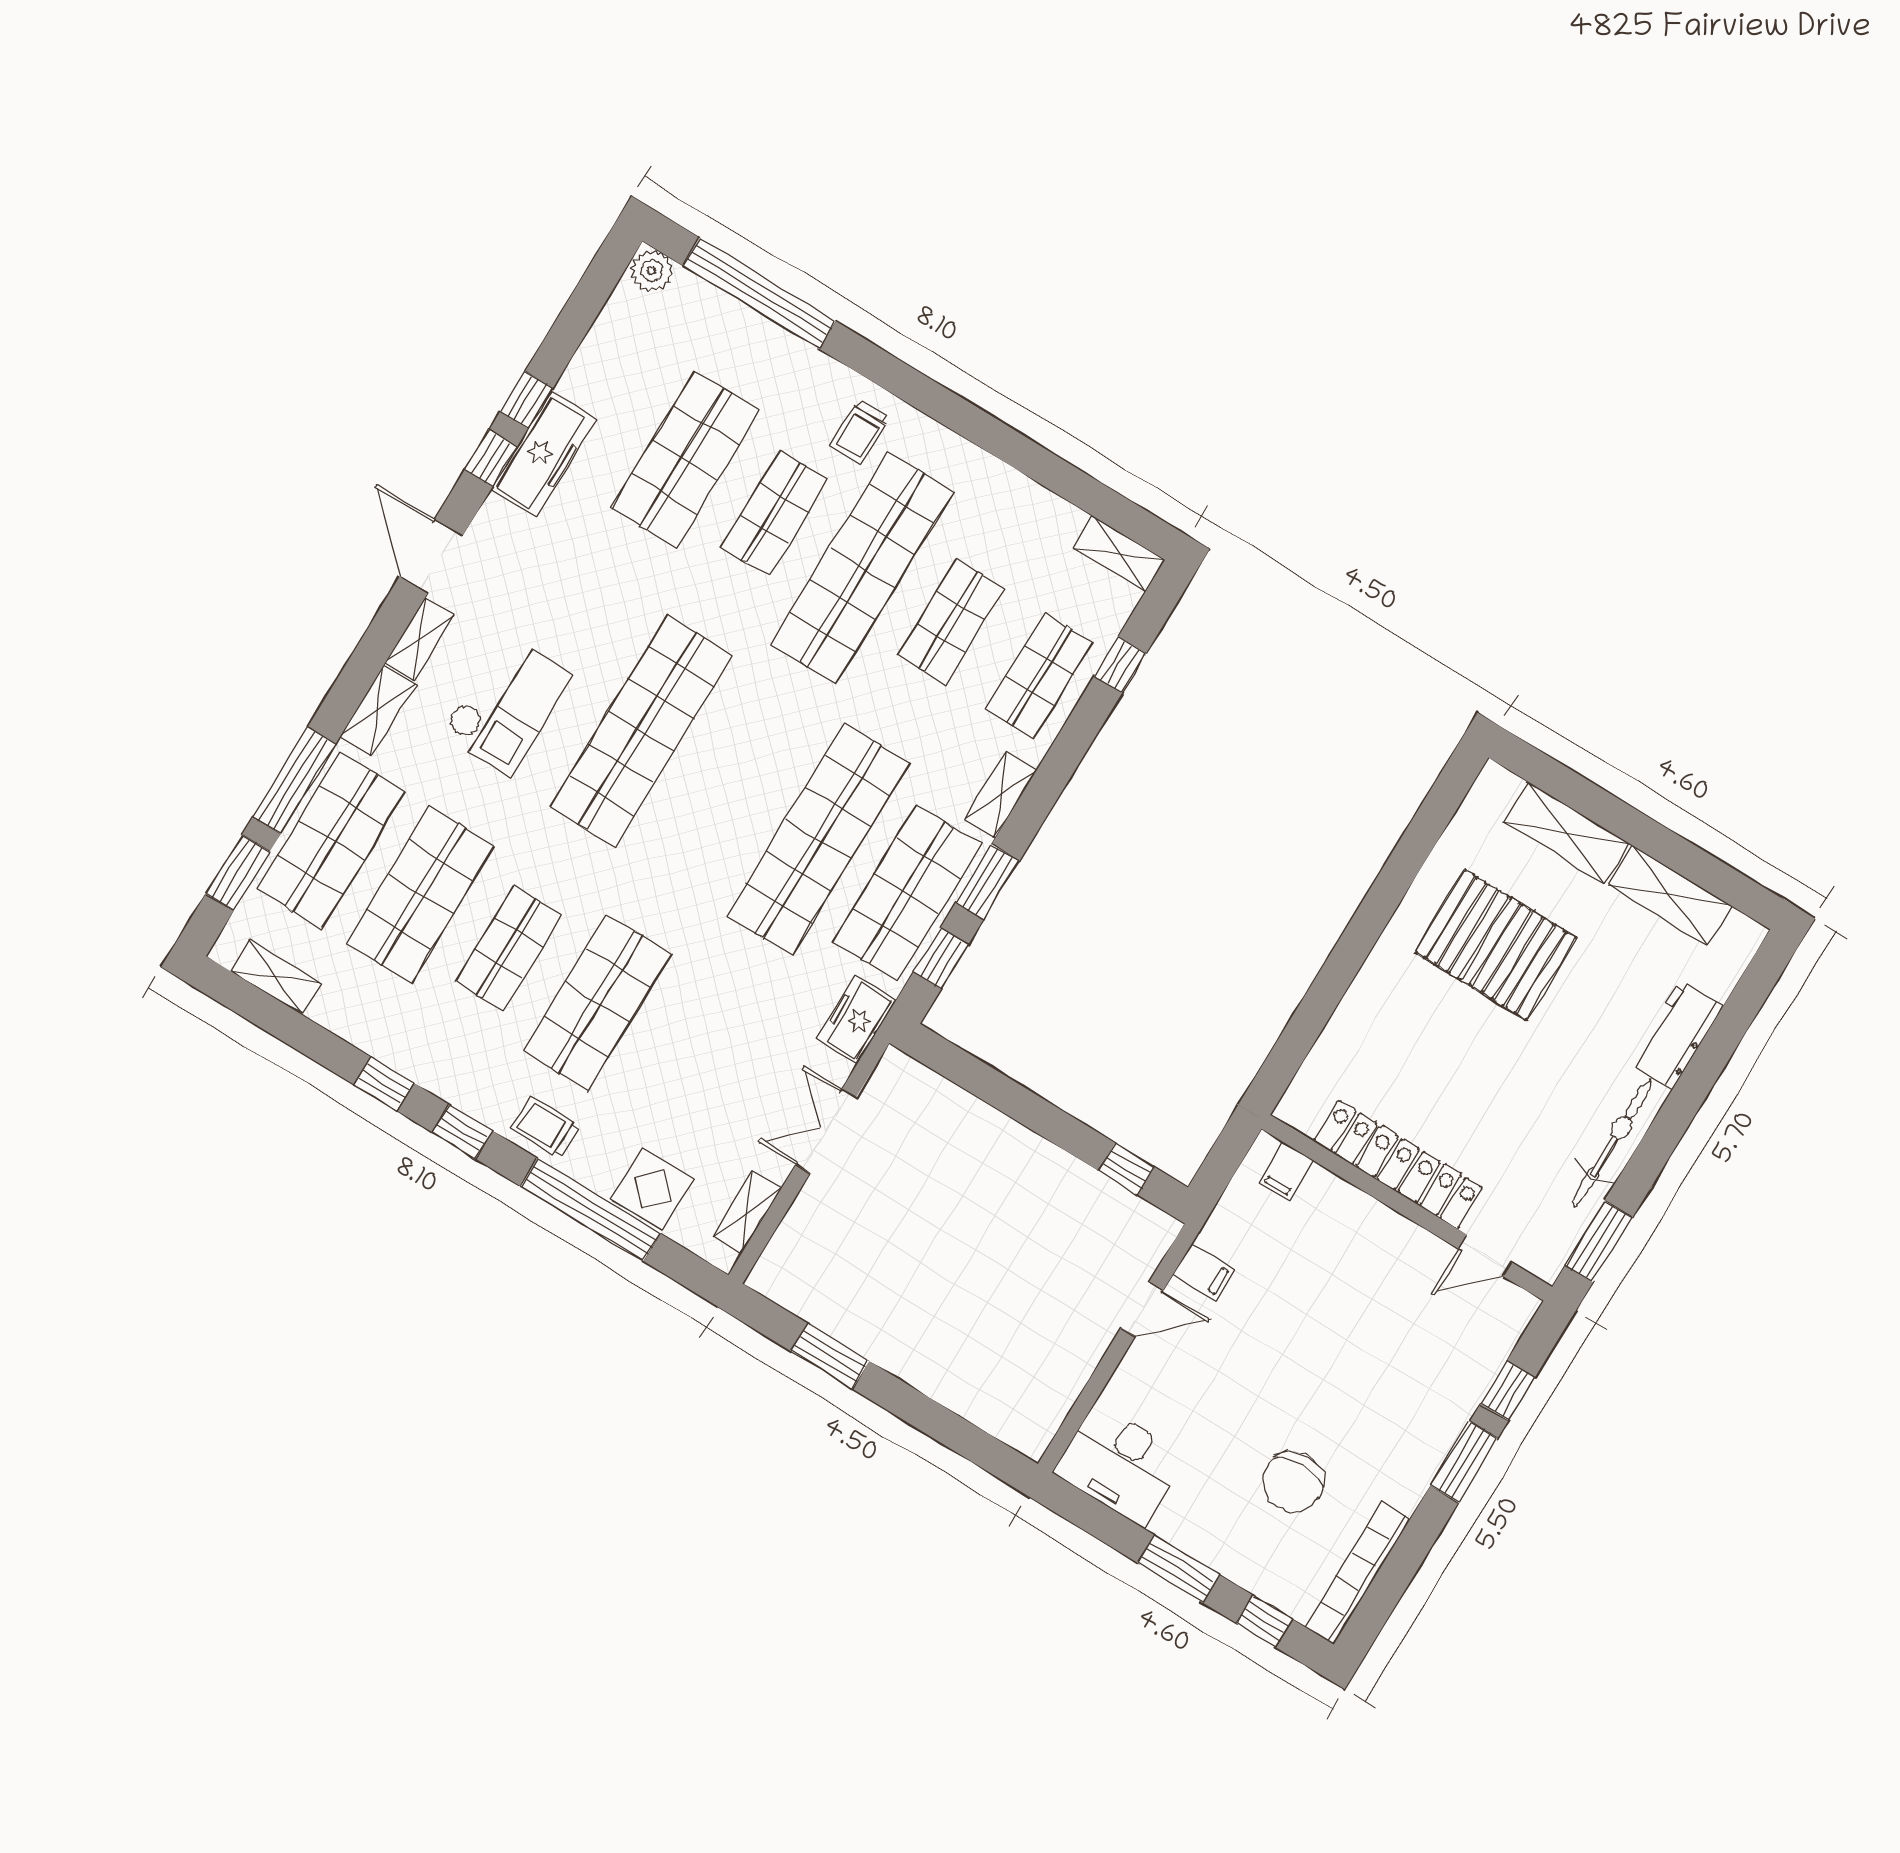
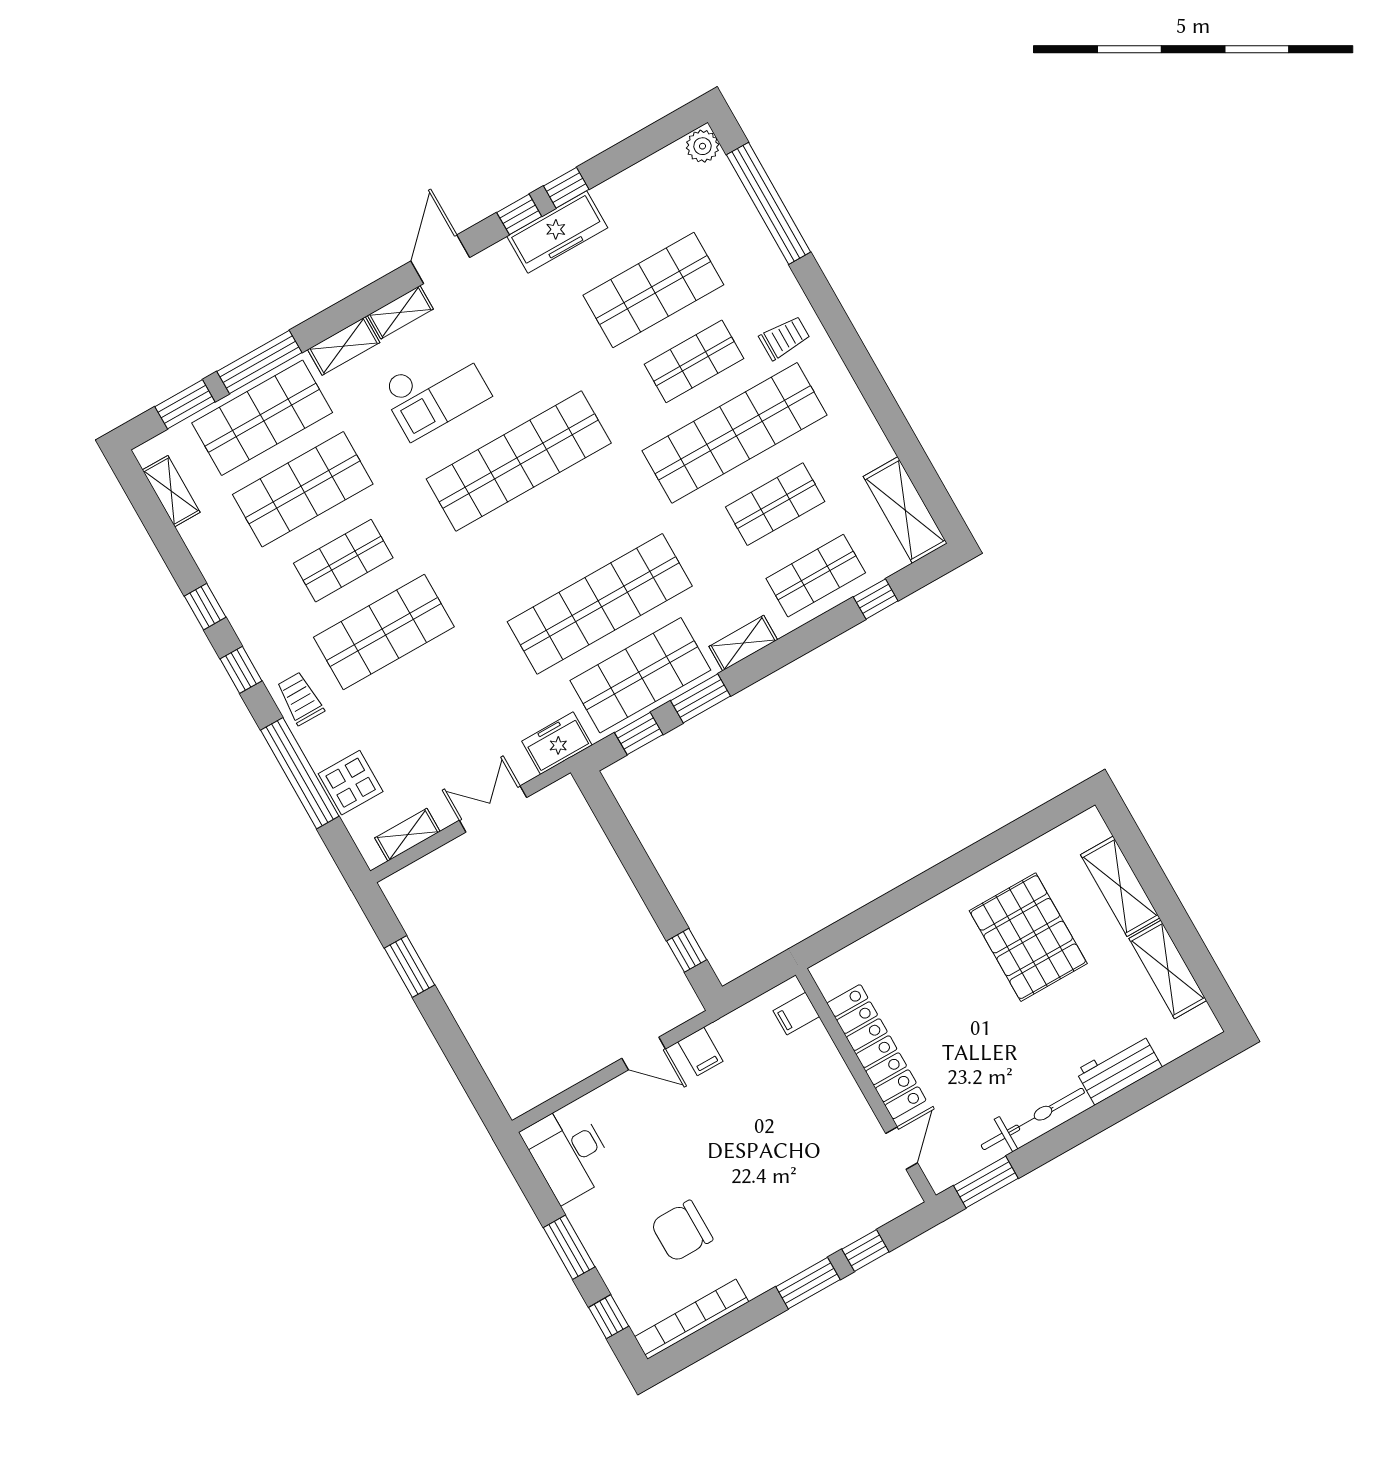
trolley: (860, 432) -> (785, 338), turned 180
shelving: (1119, 554) -> (905, 510), width x1.50, depth x1.33
door: (1485, 1256) -> (902, 1148), swing flipped

